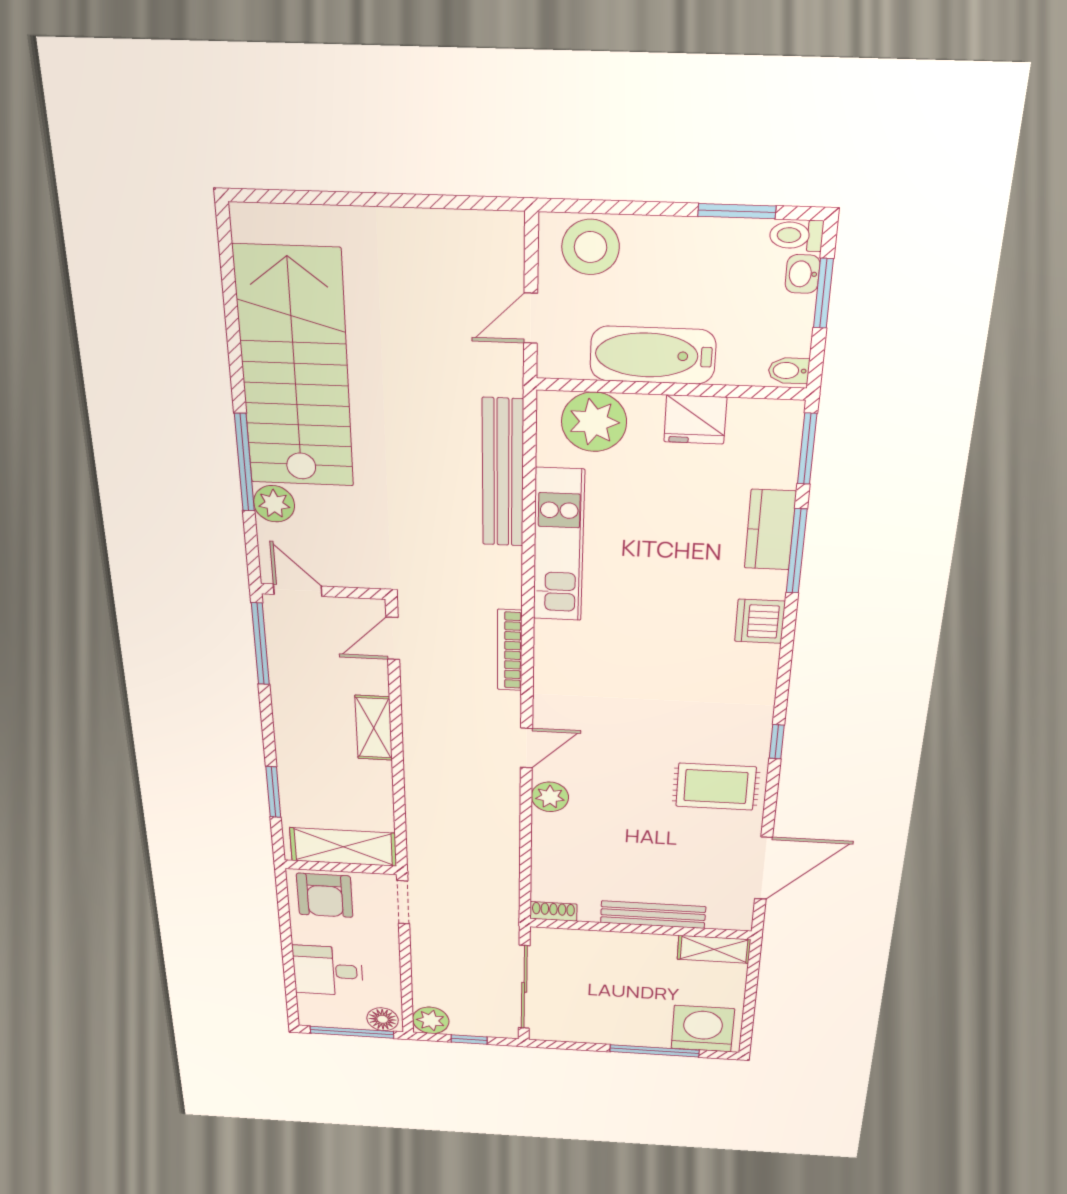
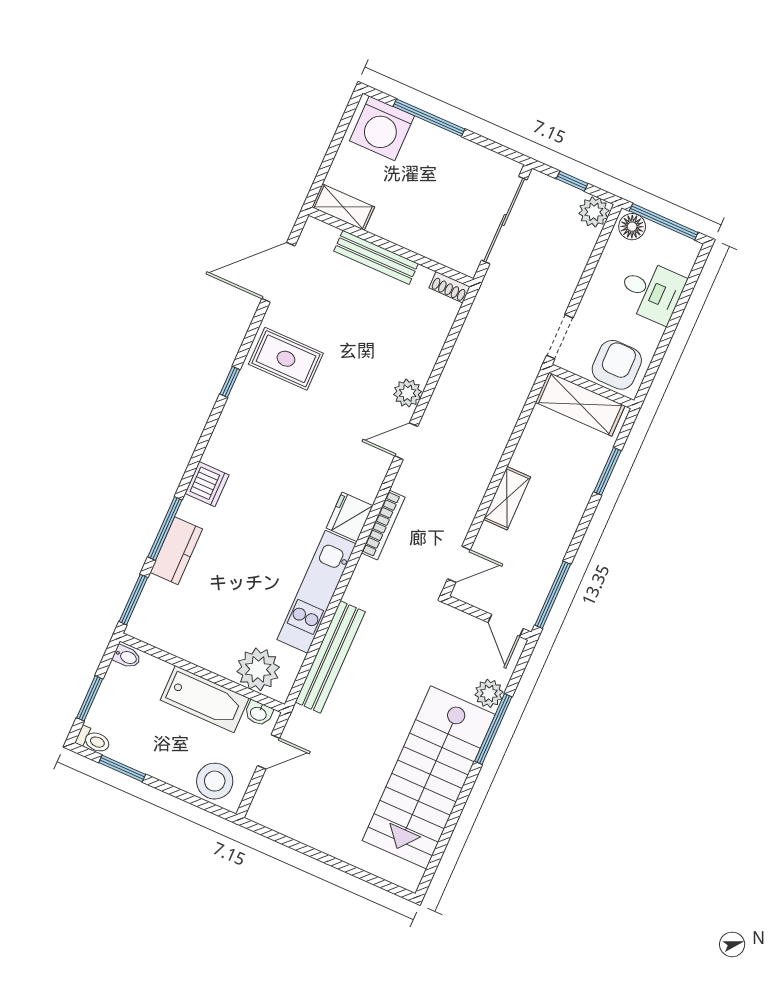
washbasin: (803, 274) -> (259, 713), moved, turned 90
fridge: (695, 419) -> (350, 517), moved, turned -90

